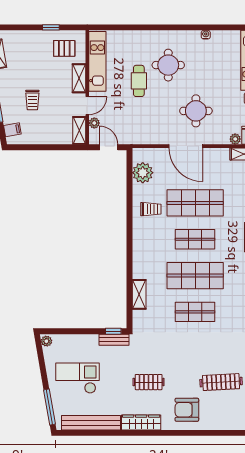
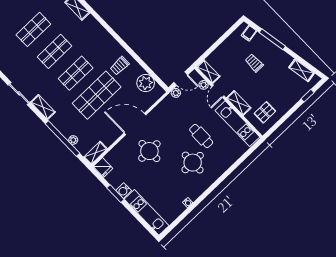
window: (51, 27) -> (307, 96), moved
plant: (235, 139) -> (176, 93), moved
shop shelf: (195, 276) -> (54, 51), width x0.70, depth x0.74

